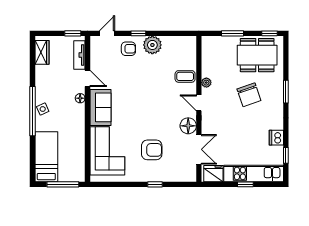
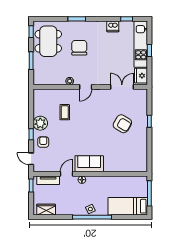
coffee table: (185, 76) -> (65, 112), moved
chair: (249, 95) -> (79, 48), turned -71
floor lamp: (188, 126) -> (103, 95), removed
armchair: (152, 150) -> (122, 124), turned 121
corner sofa: (107, 151) -> (123, 158), removed

